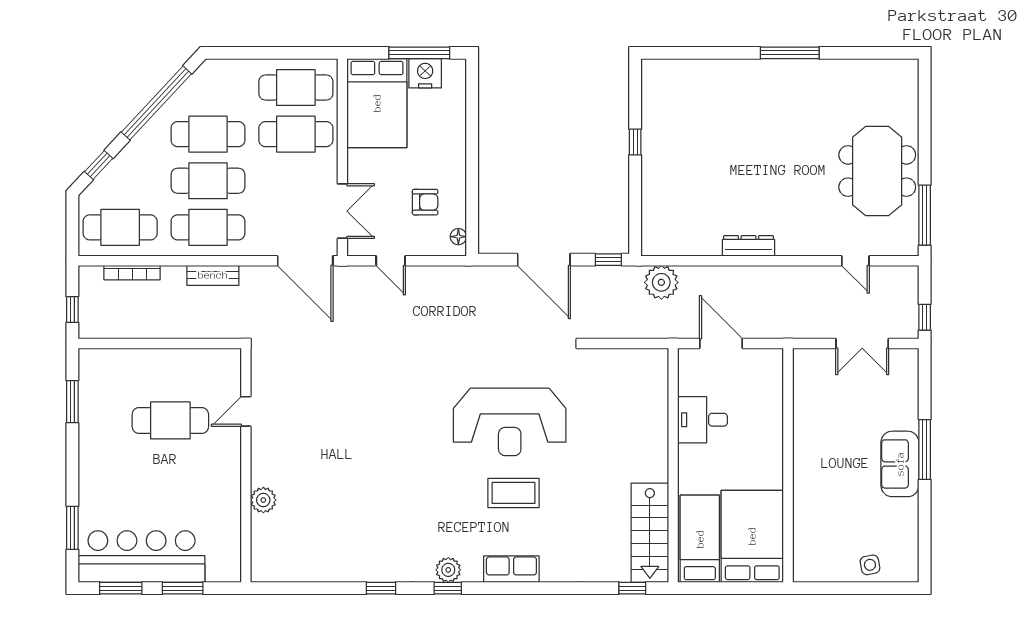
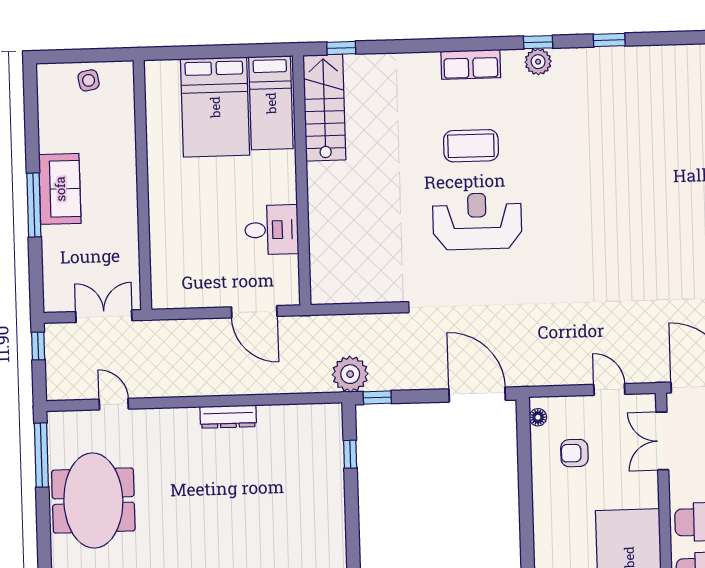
window: (635, 142) -> (350, 454), moved
door: (544, 260) -> (477, 395), moved
plant: (661, 282) -> (350, 374), moved
reception desk: (510, 422) -> (477, 221), width x0.74, depth x0.77
wall: (788, 465) -> (142, 185), moved

